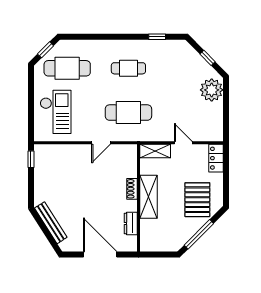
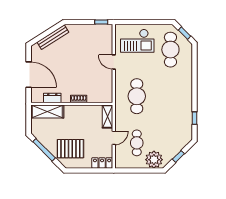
cafe table: (128, 68) -> (137, 143), moved
door: (101, 143) -> (114, 62), moved
shelving: (149, 197) -> (47, 112), moved
door: (100, 255) -> (29, 75), hinge flipped

